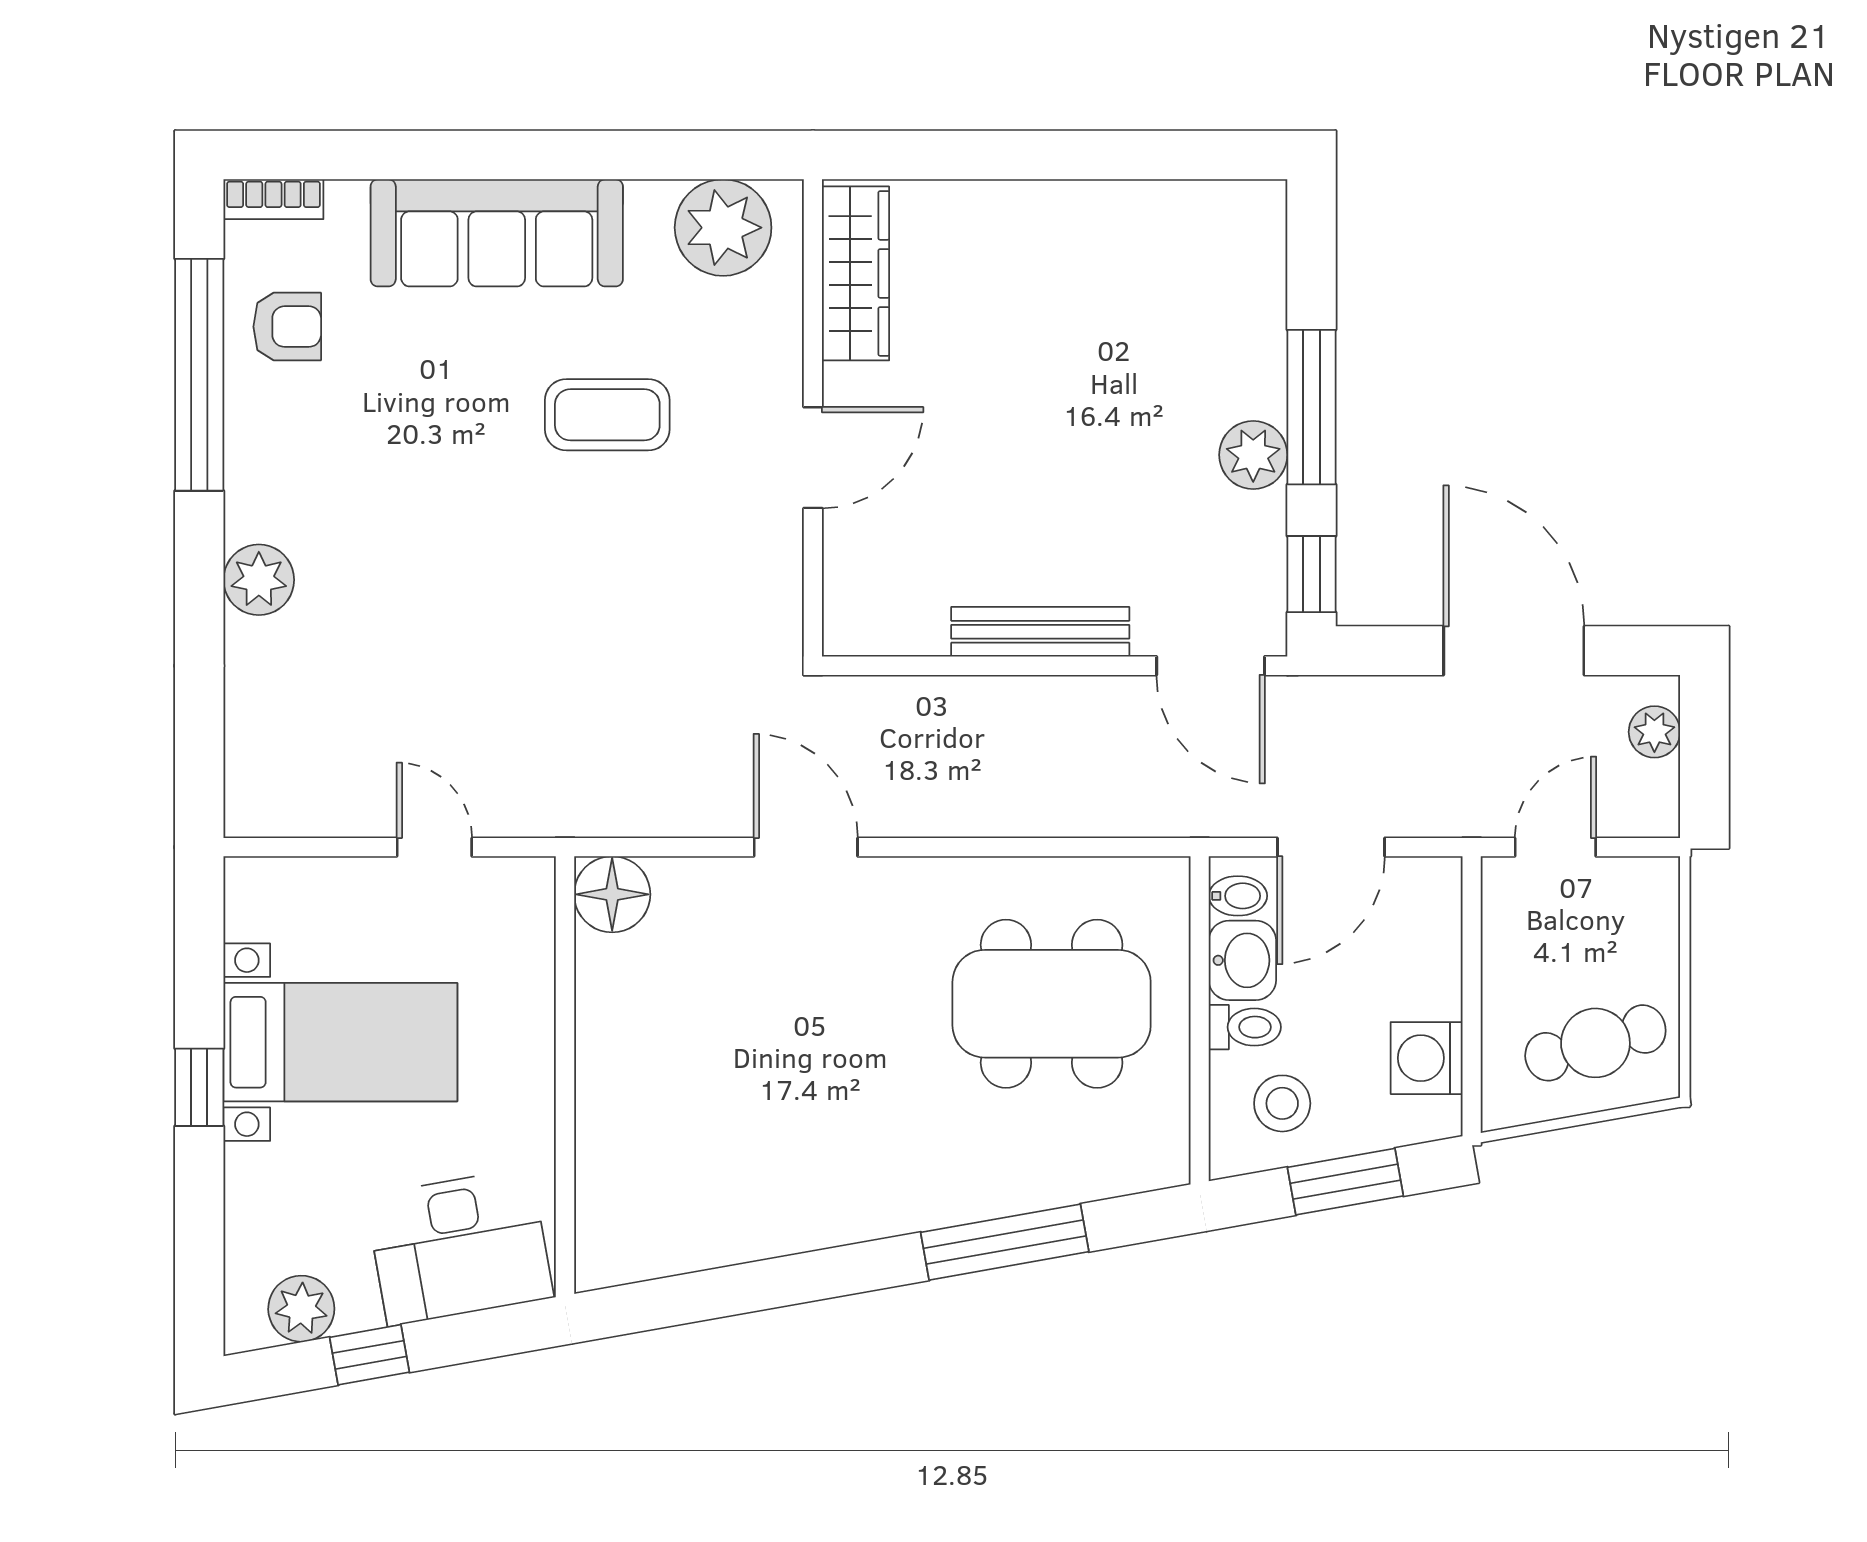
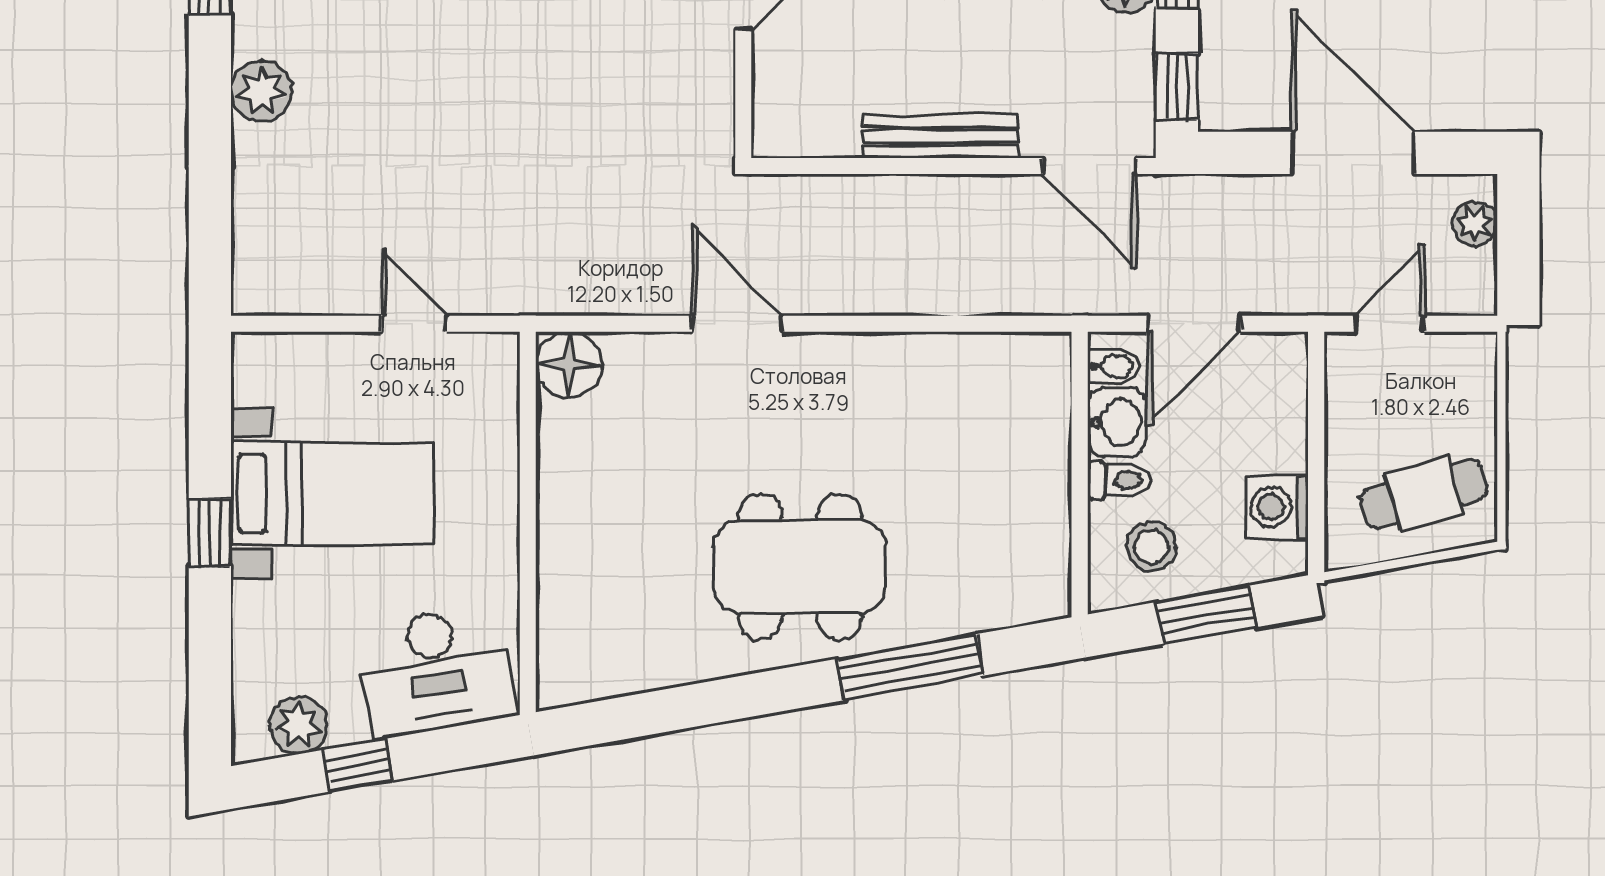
dining table: (1052, 1004) -> (800, 567), moved

